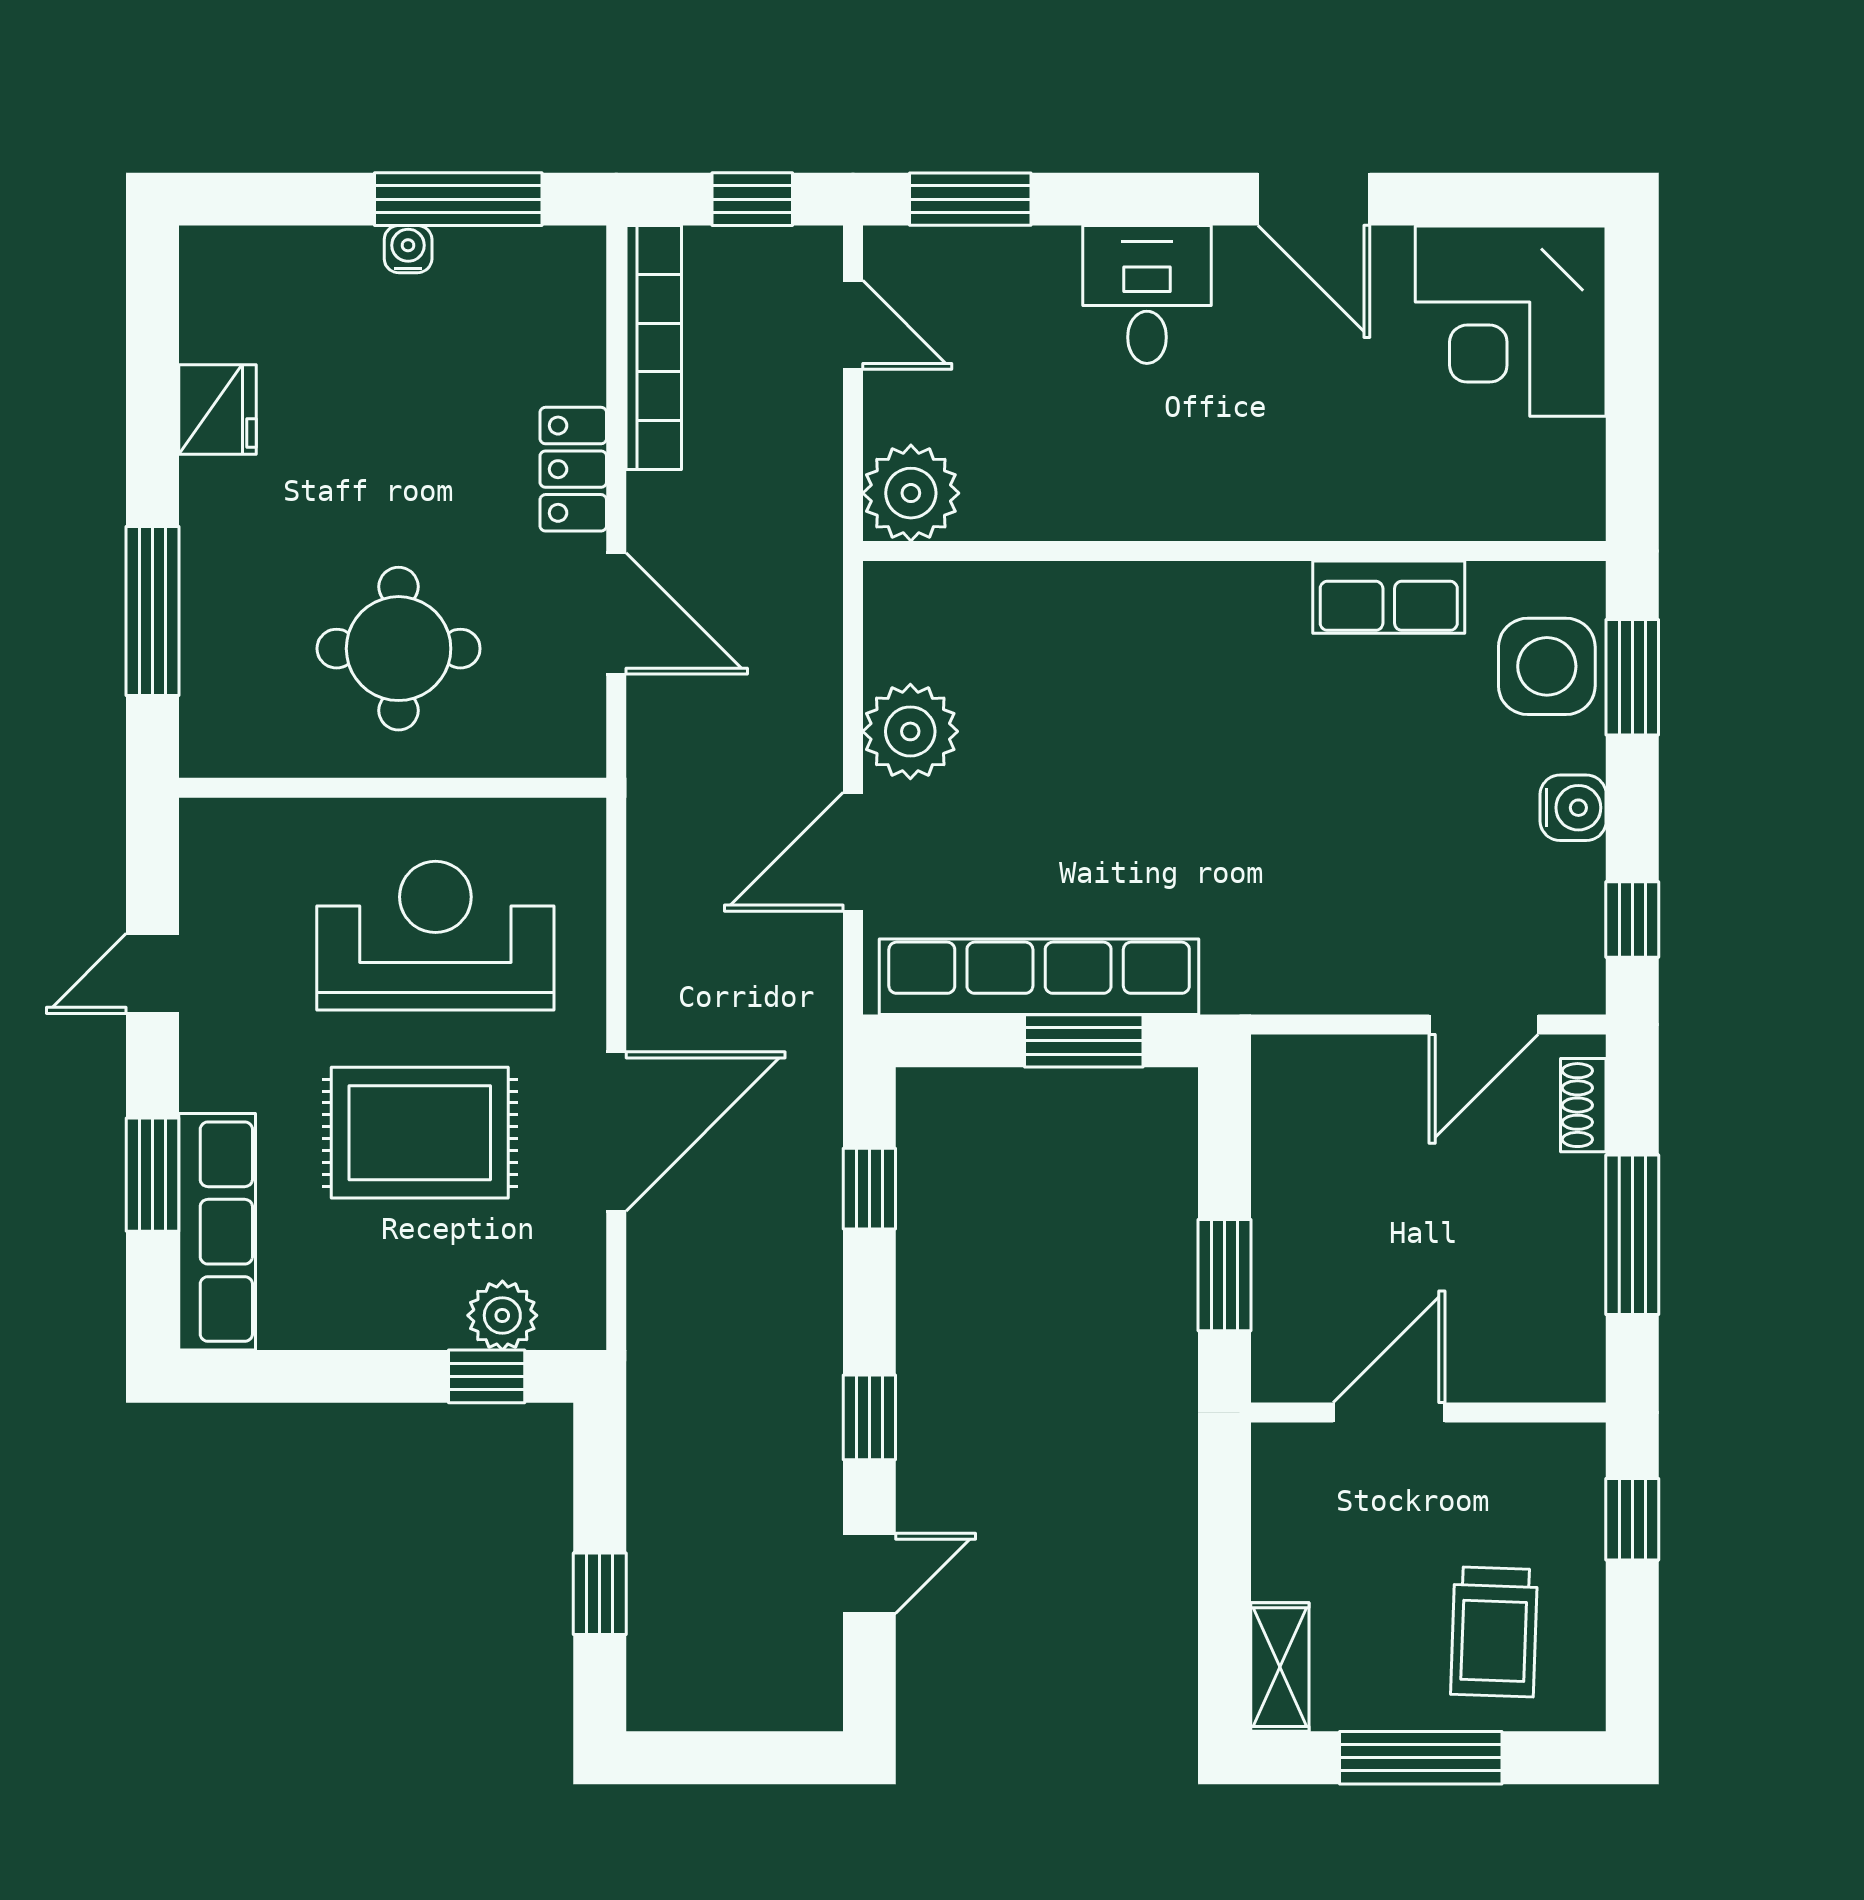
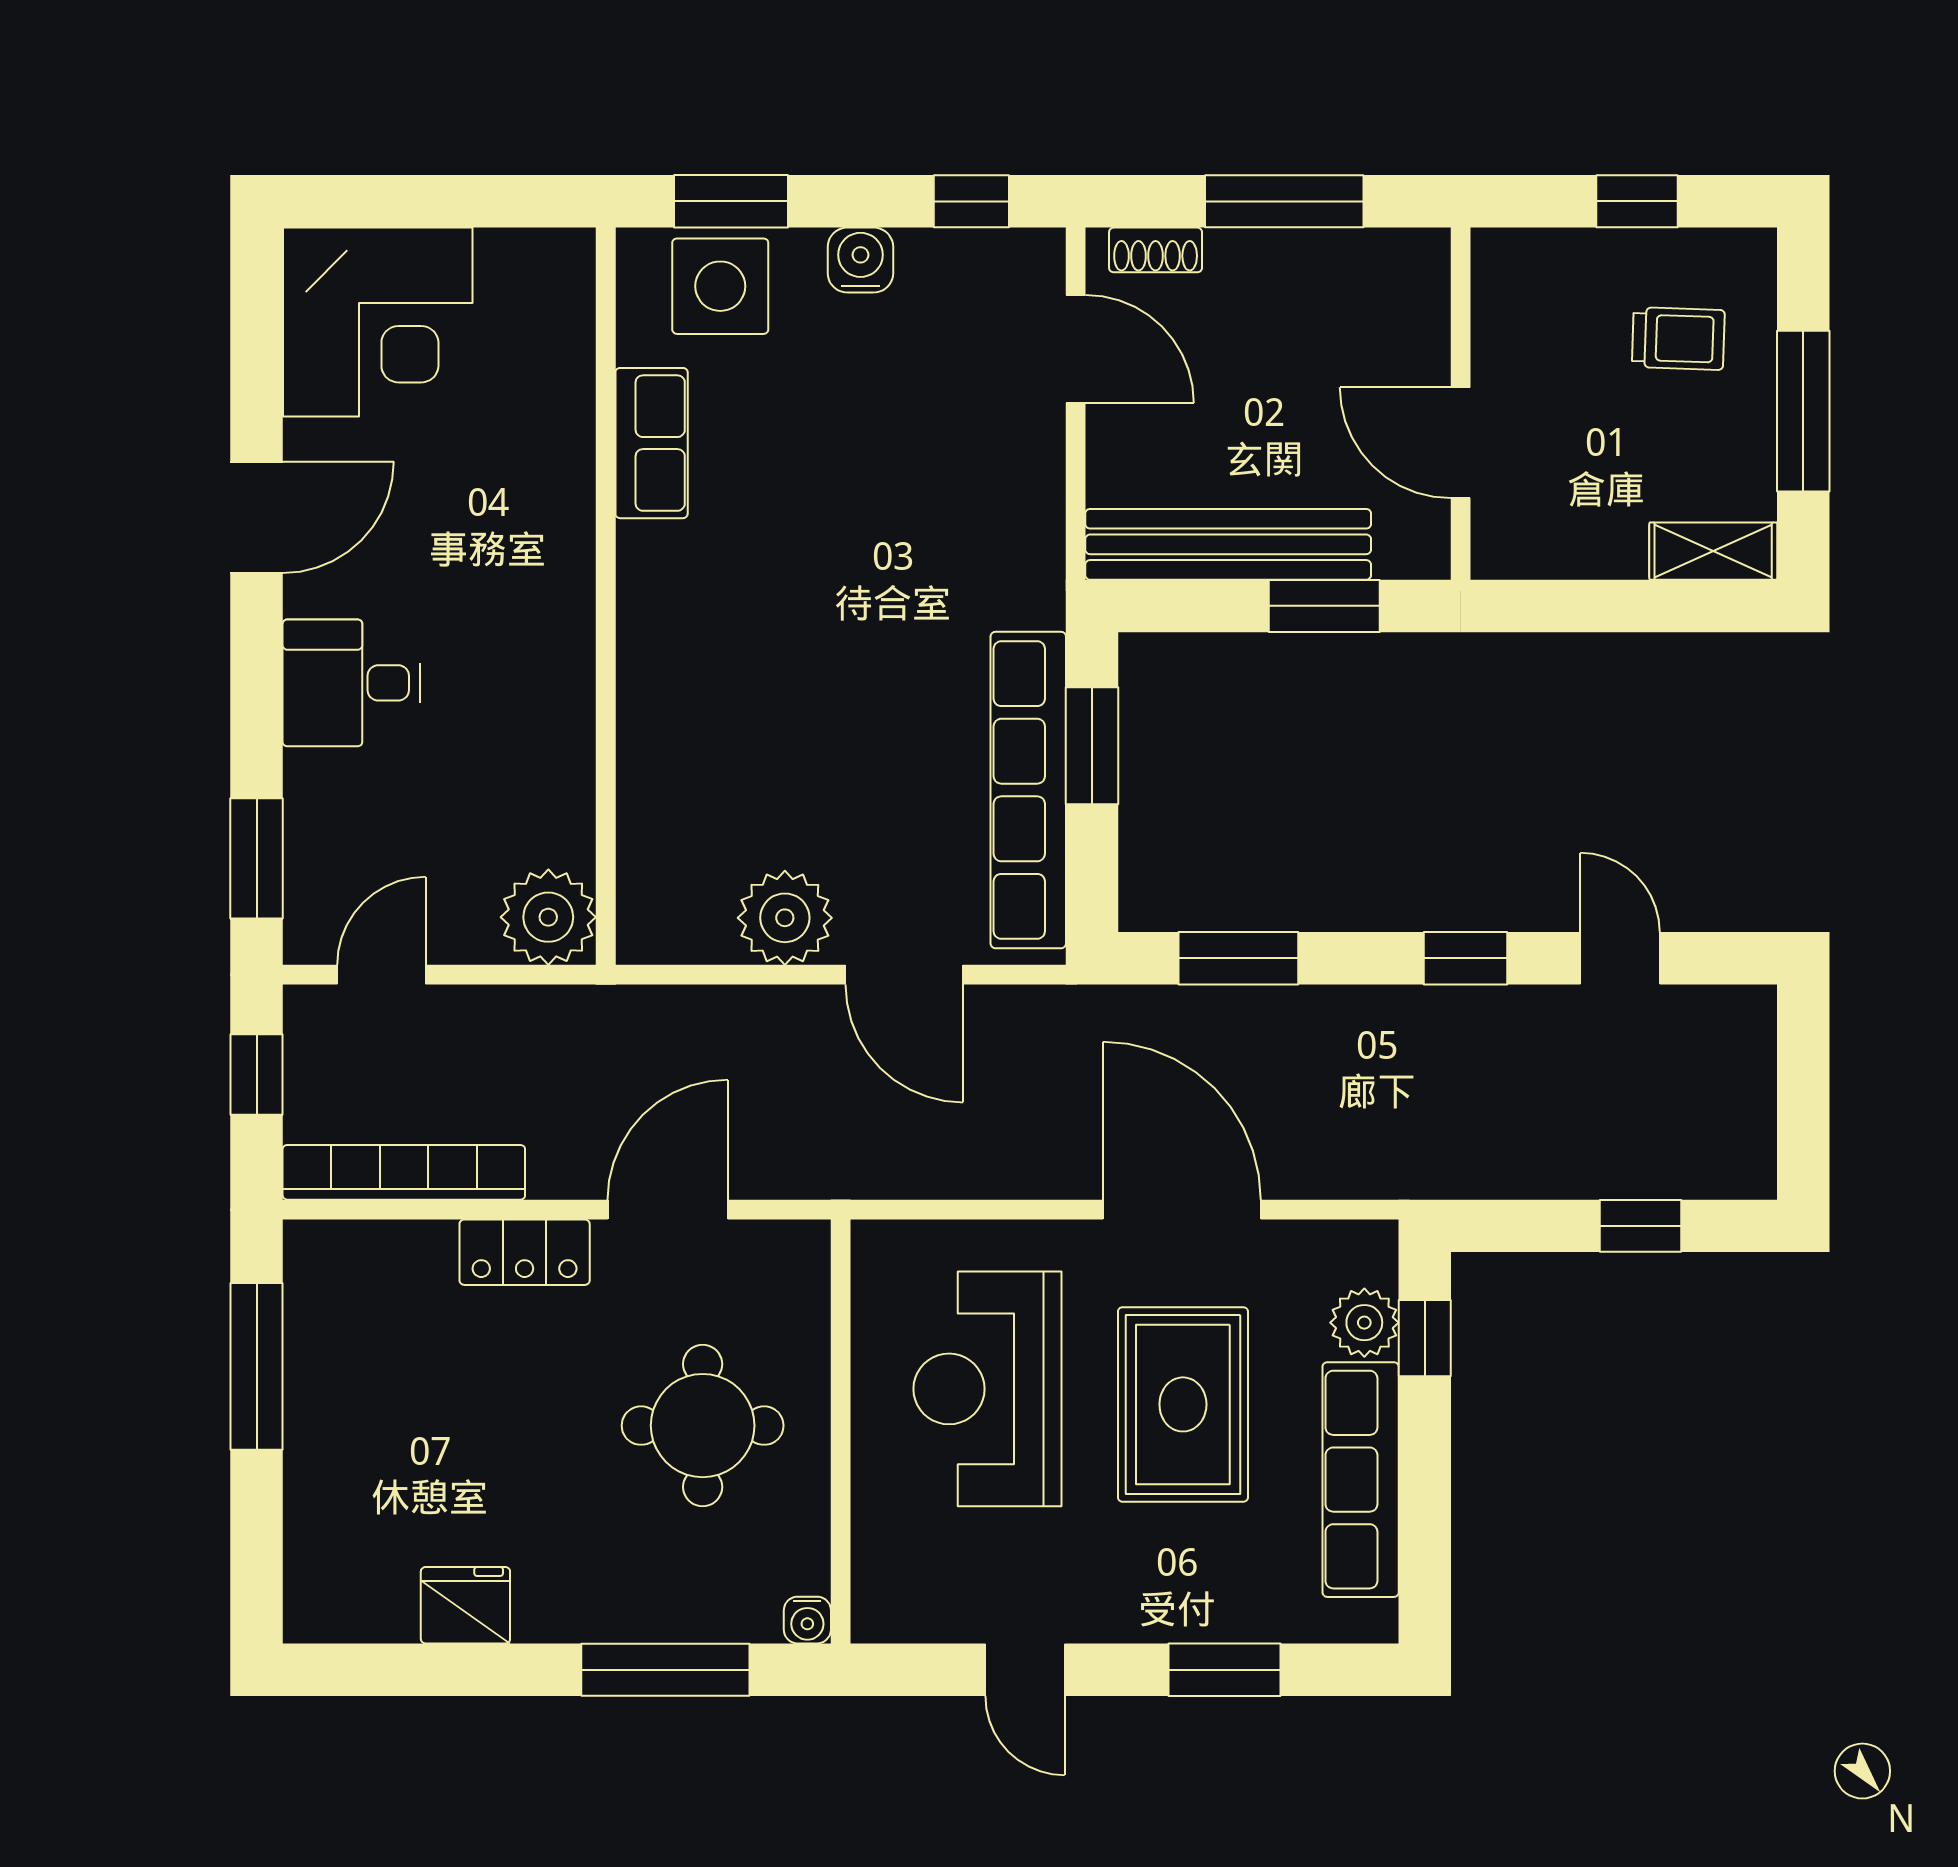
water cooler: (408, 249) -> (807, 1620), moved, turned -90
bench: (1287, 1178) -> (1228, 544), added
window: (869, 1189) -> (1238, 958), width x1.50
row of seats: (217, 1232) -> (1361, 1480), moved, turned -90
window: (1632, 1519) -> (1637, 201), moved
trolley: (1494, 1632) -> (1678, 339), width x0.73, depth x0.72

